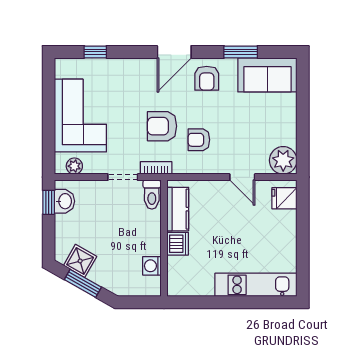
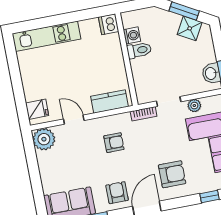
armchair: (162, 126) -> (172, 174), moved
plant: (74, 166) -> (194, 106), moved
toilet: (152, 195) -> (139, 50), moved, turned 90
kitchen counter: (178, 209) -> (110, 101), moved, turned 90
dishwasher: (178, 244) -> (109, 24), moved

